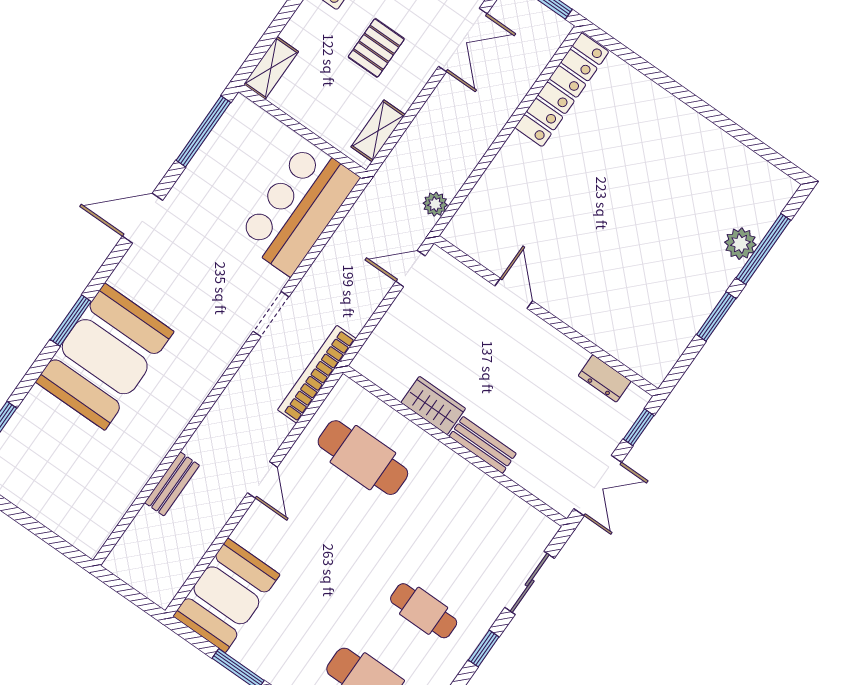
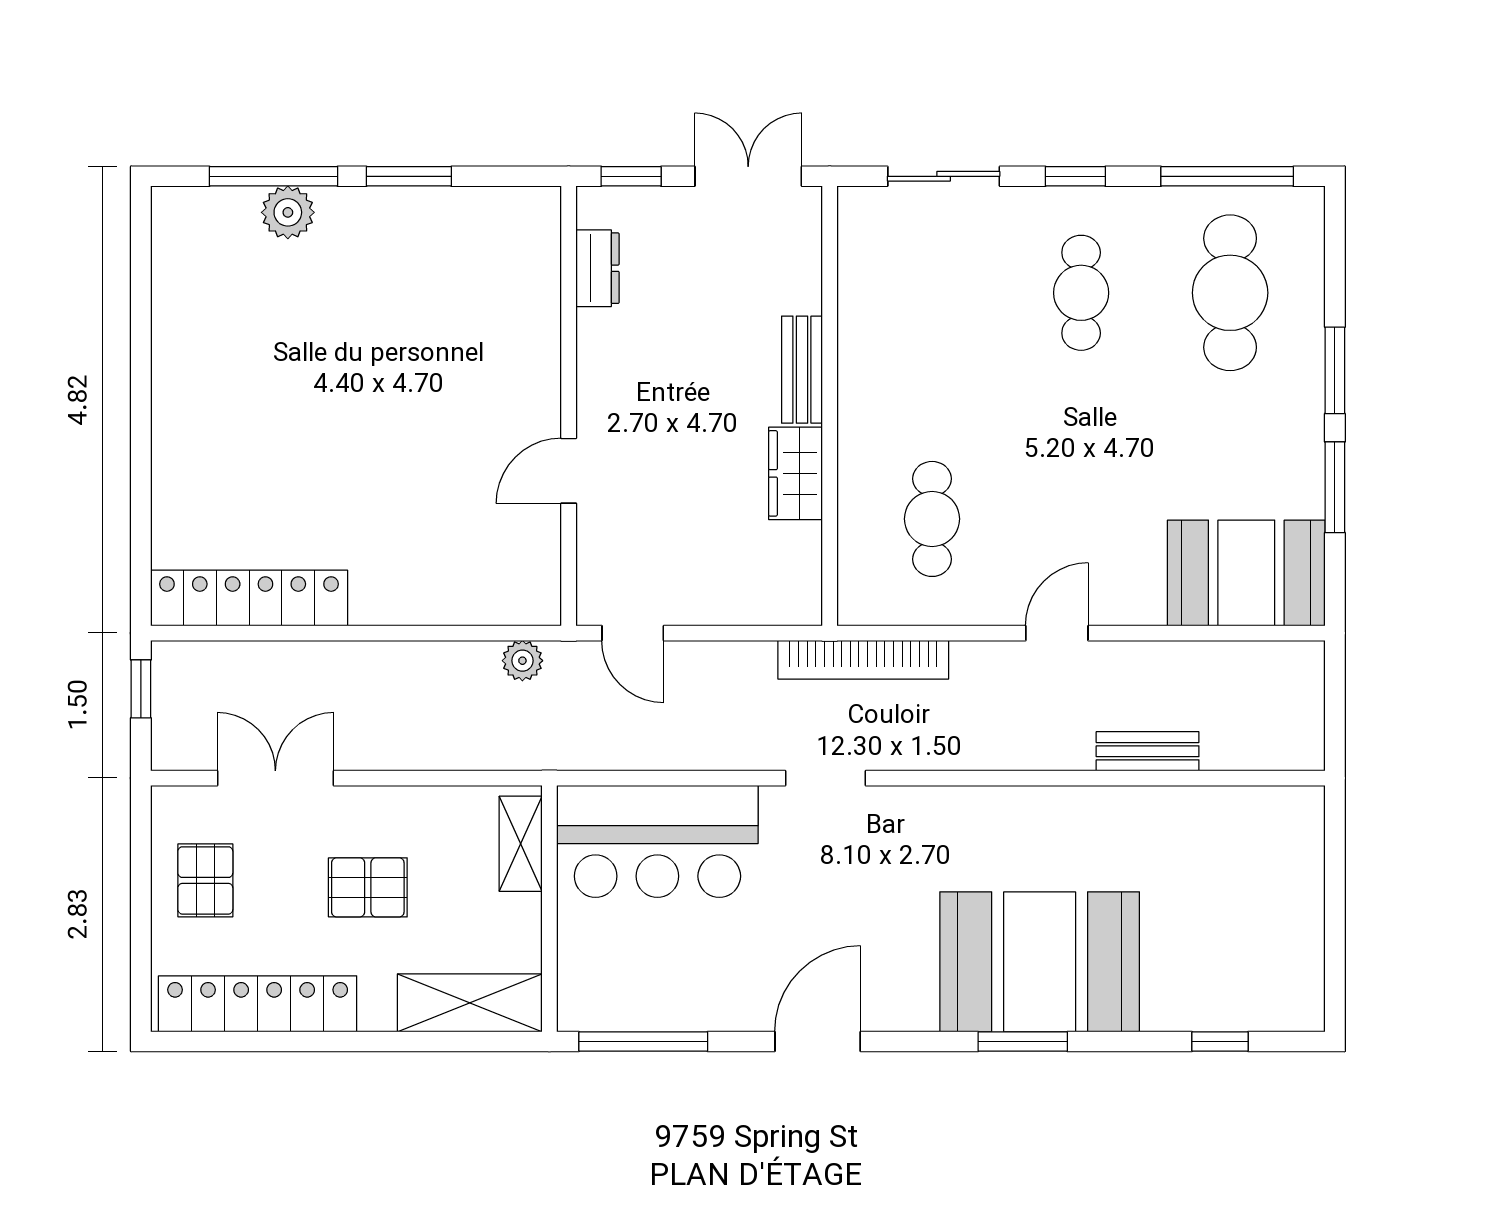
shelving: (271, 68) -> (470, 1003), width x1.50, depth x1.33
shelving: (378, 131) -> (521, 844), moved, turned 90
door: (142, 218) -> (818, 1042), swing flipped
cafe table: (363, 458) -> (932, 519), width x0.73, depth x0.74

